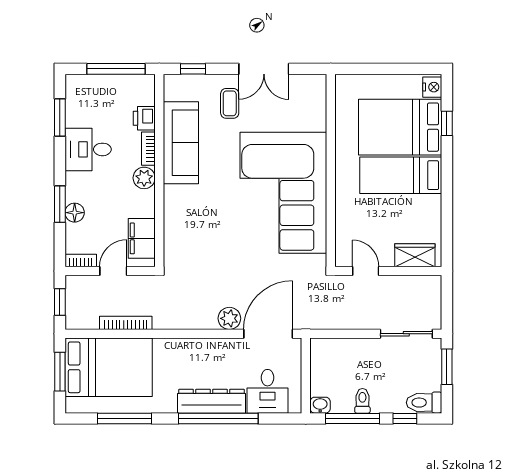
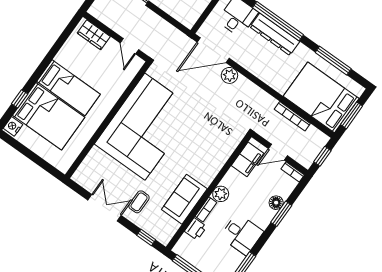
sofa: (181, 143) -> (184, 199), width x0.73

